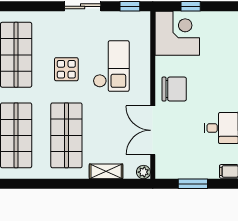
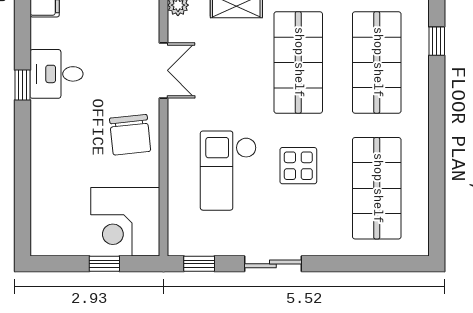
chair: (174, 89) -> (130, 135), turned -96
double door: (153, 130) -> (163, 70), width x0.73

